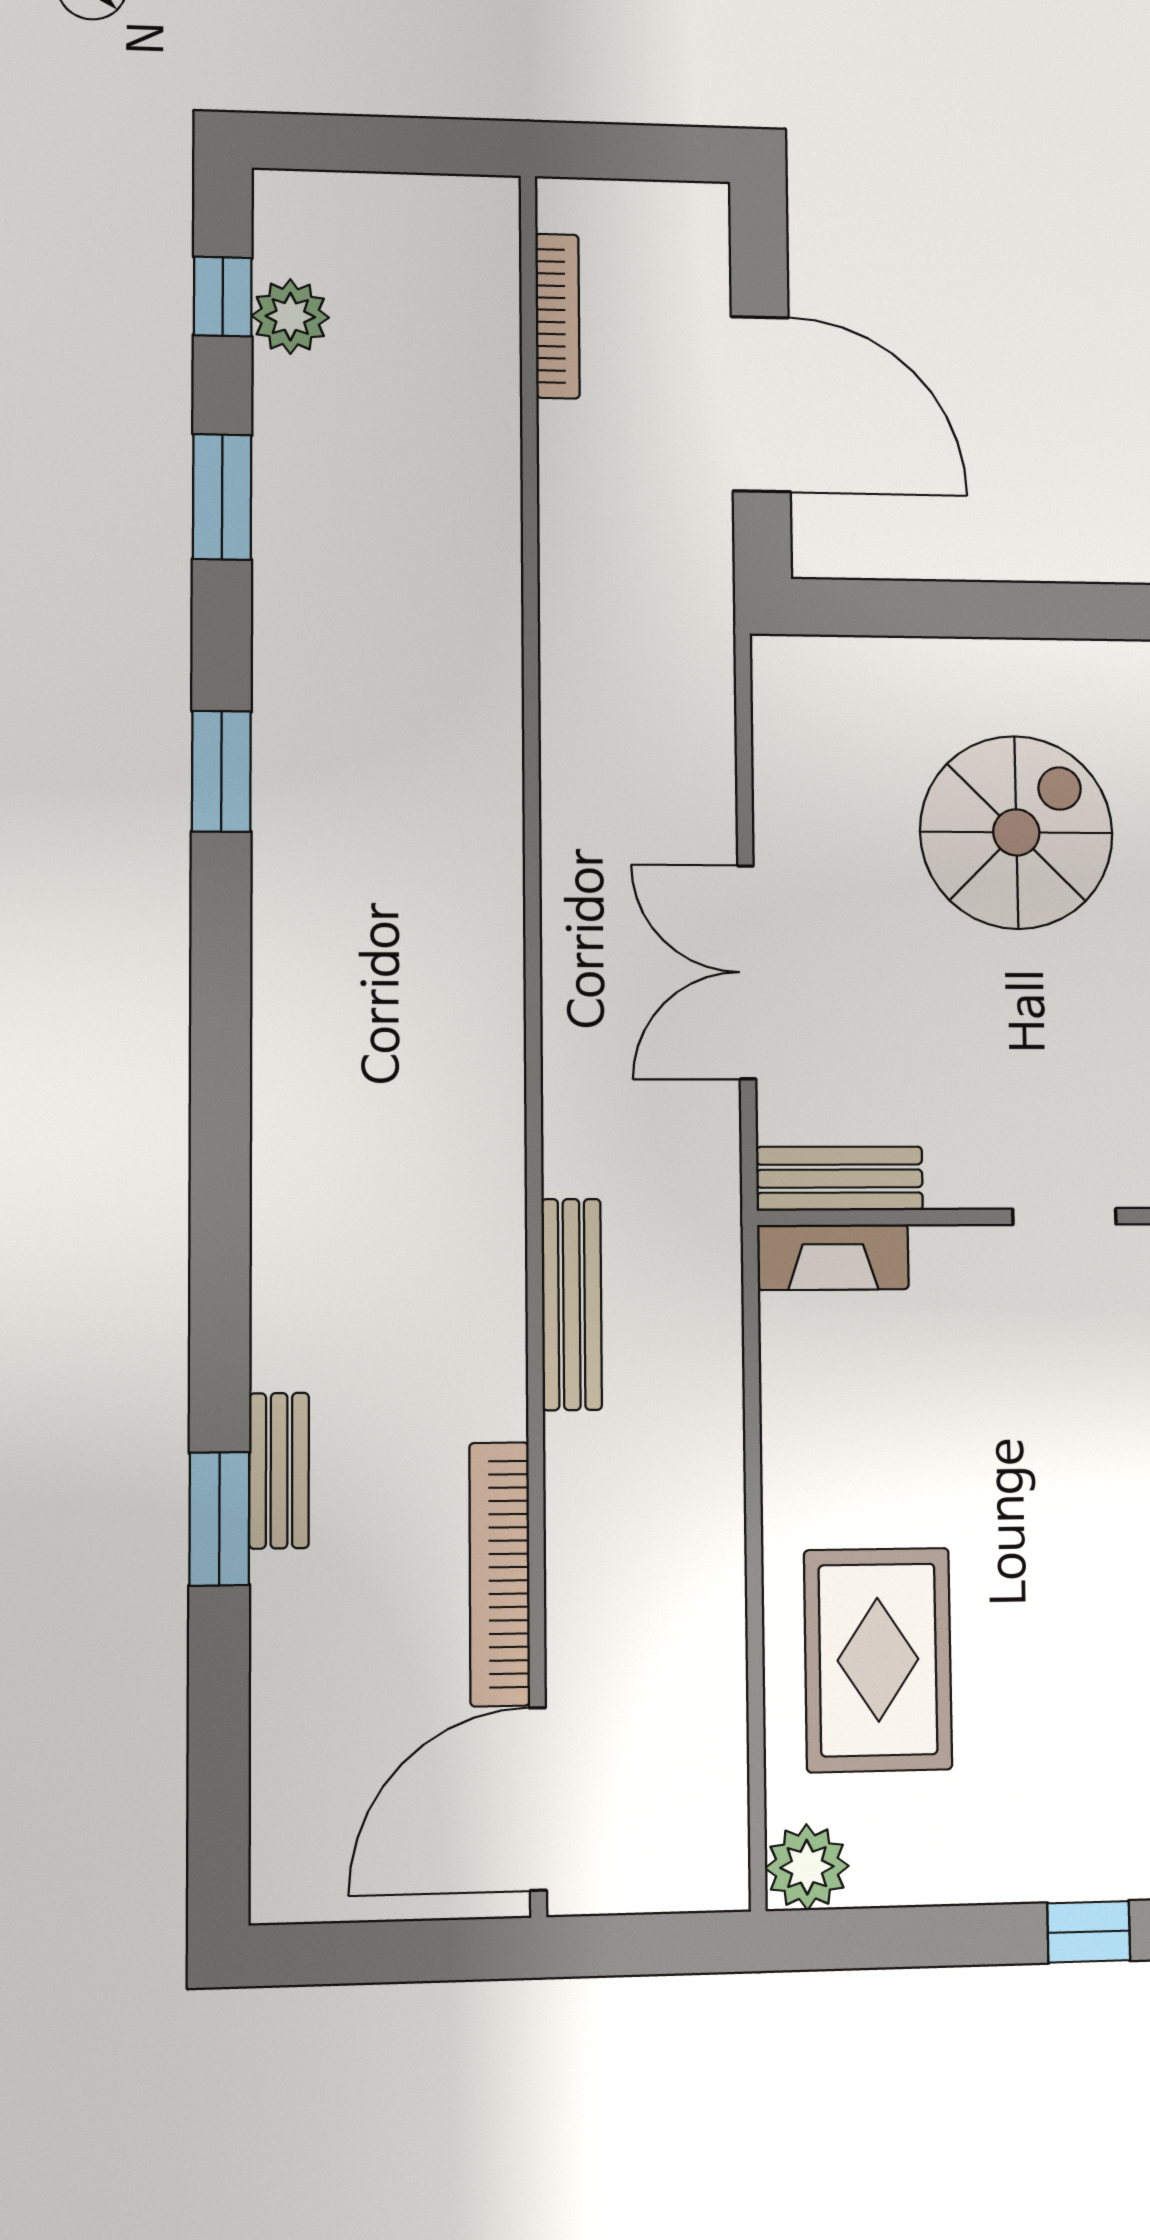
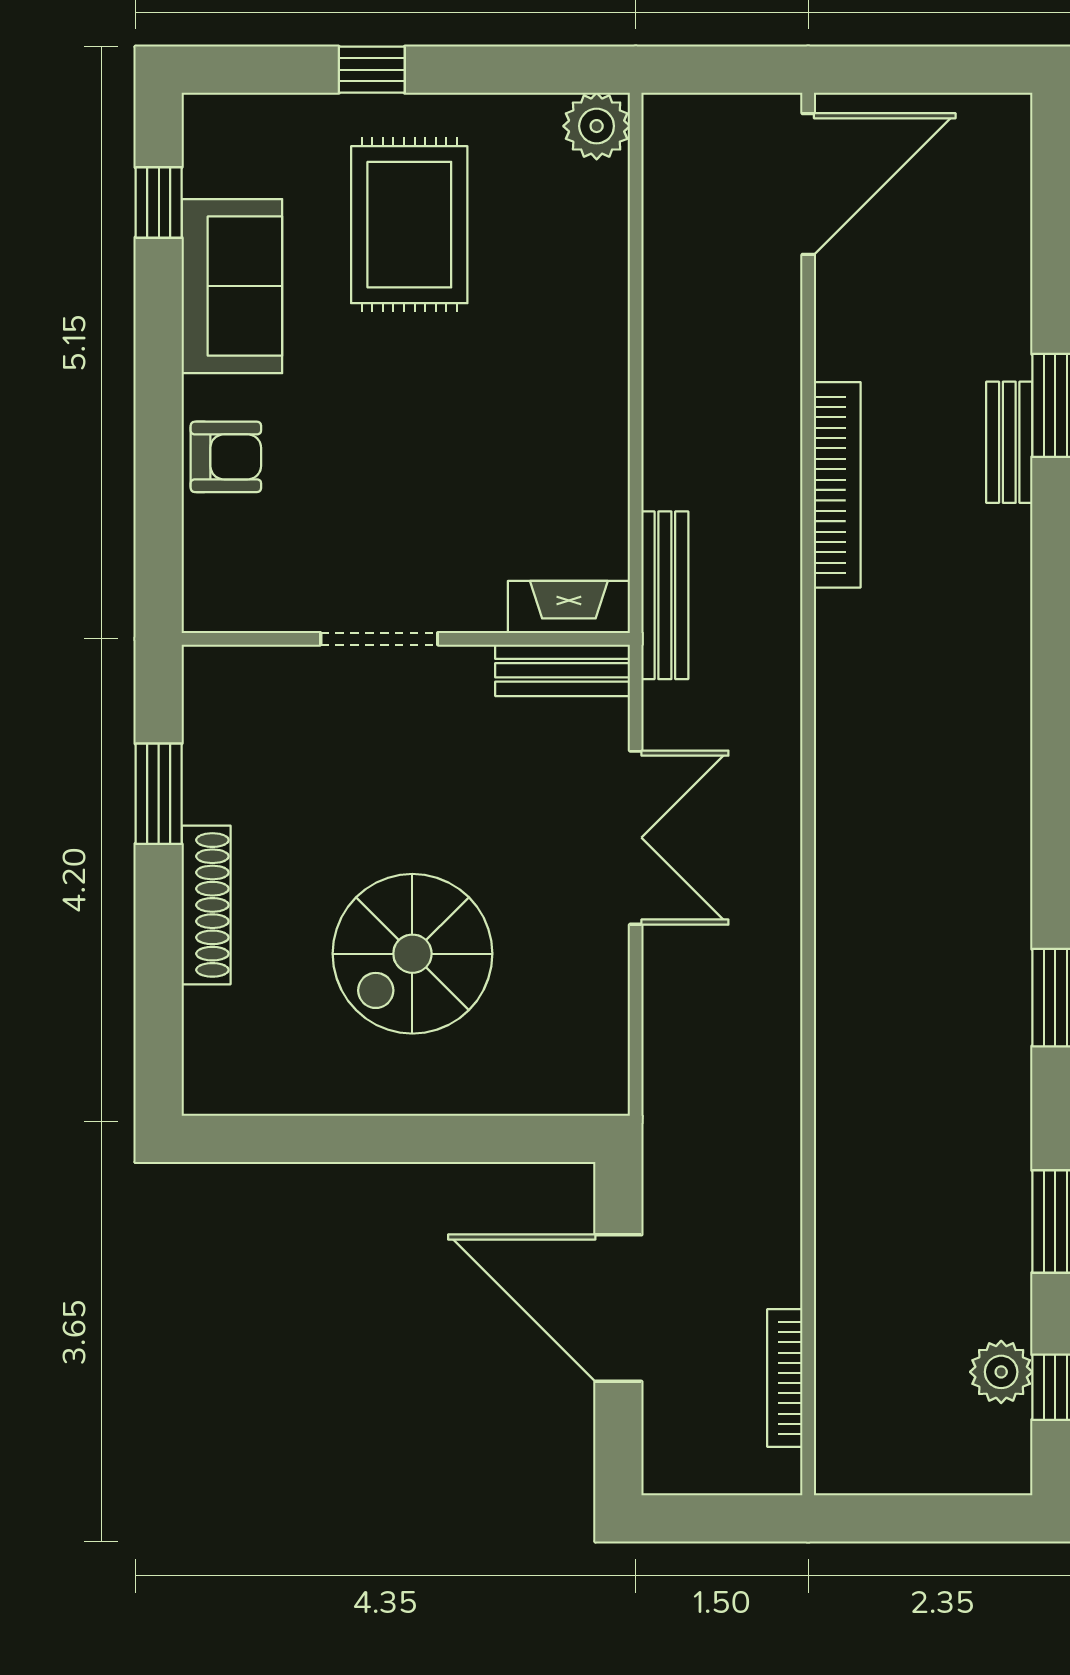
doorway: (1064, 1217) -> (379, 639), width x1.38
bench: (572, 1304) -> (665, 595), moved
bookcase: (500, 1574) -> (837, 485), moved
rug: (878, 1660) -> (409, 225), moved

